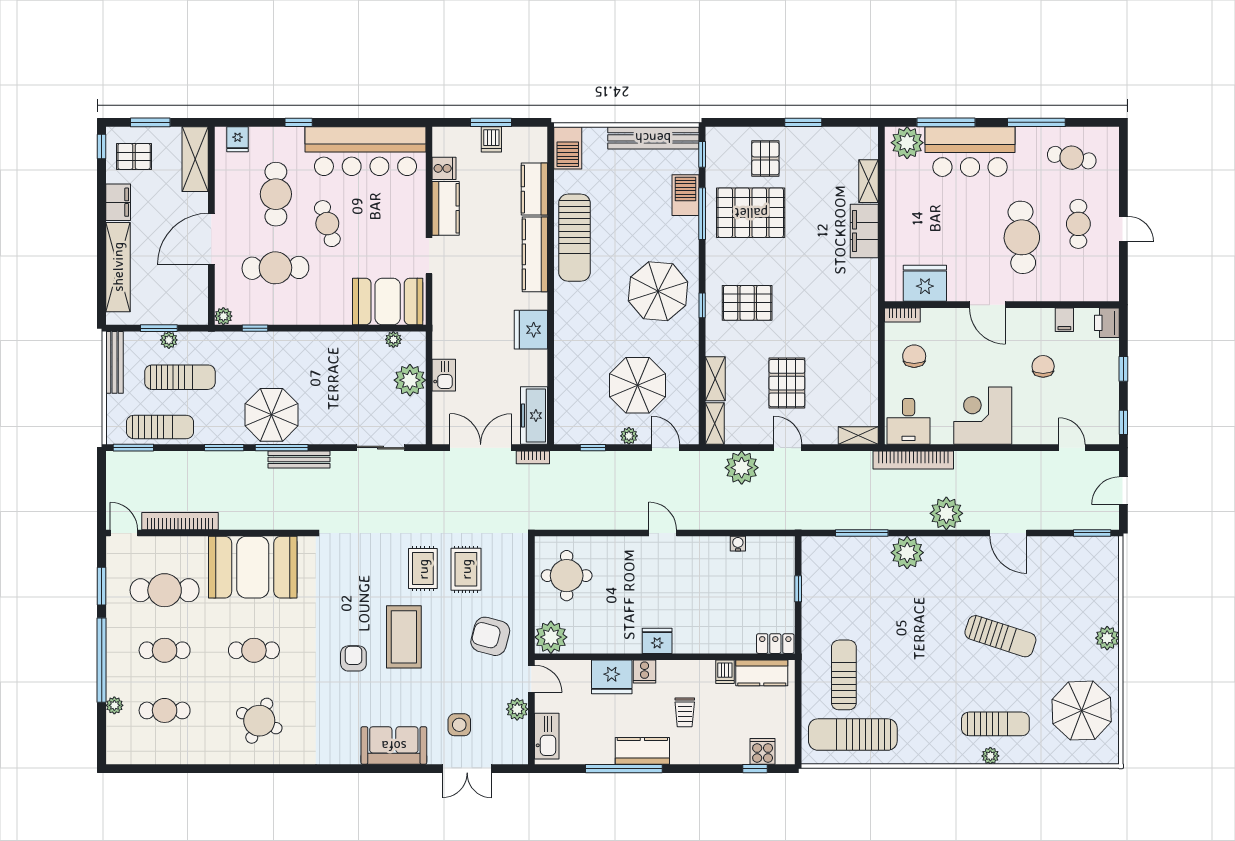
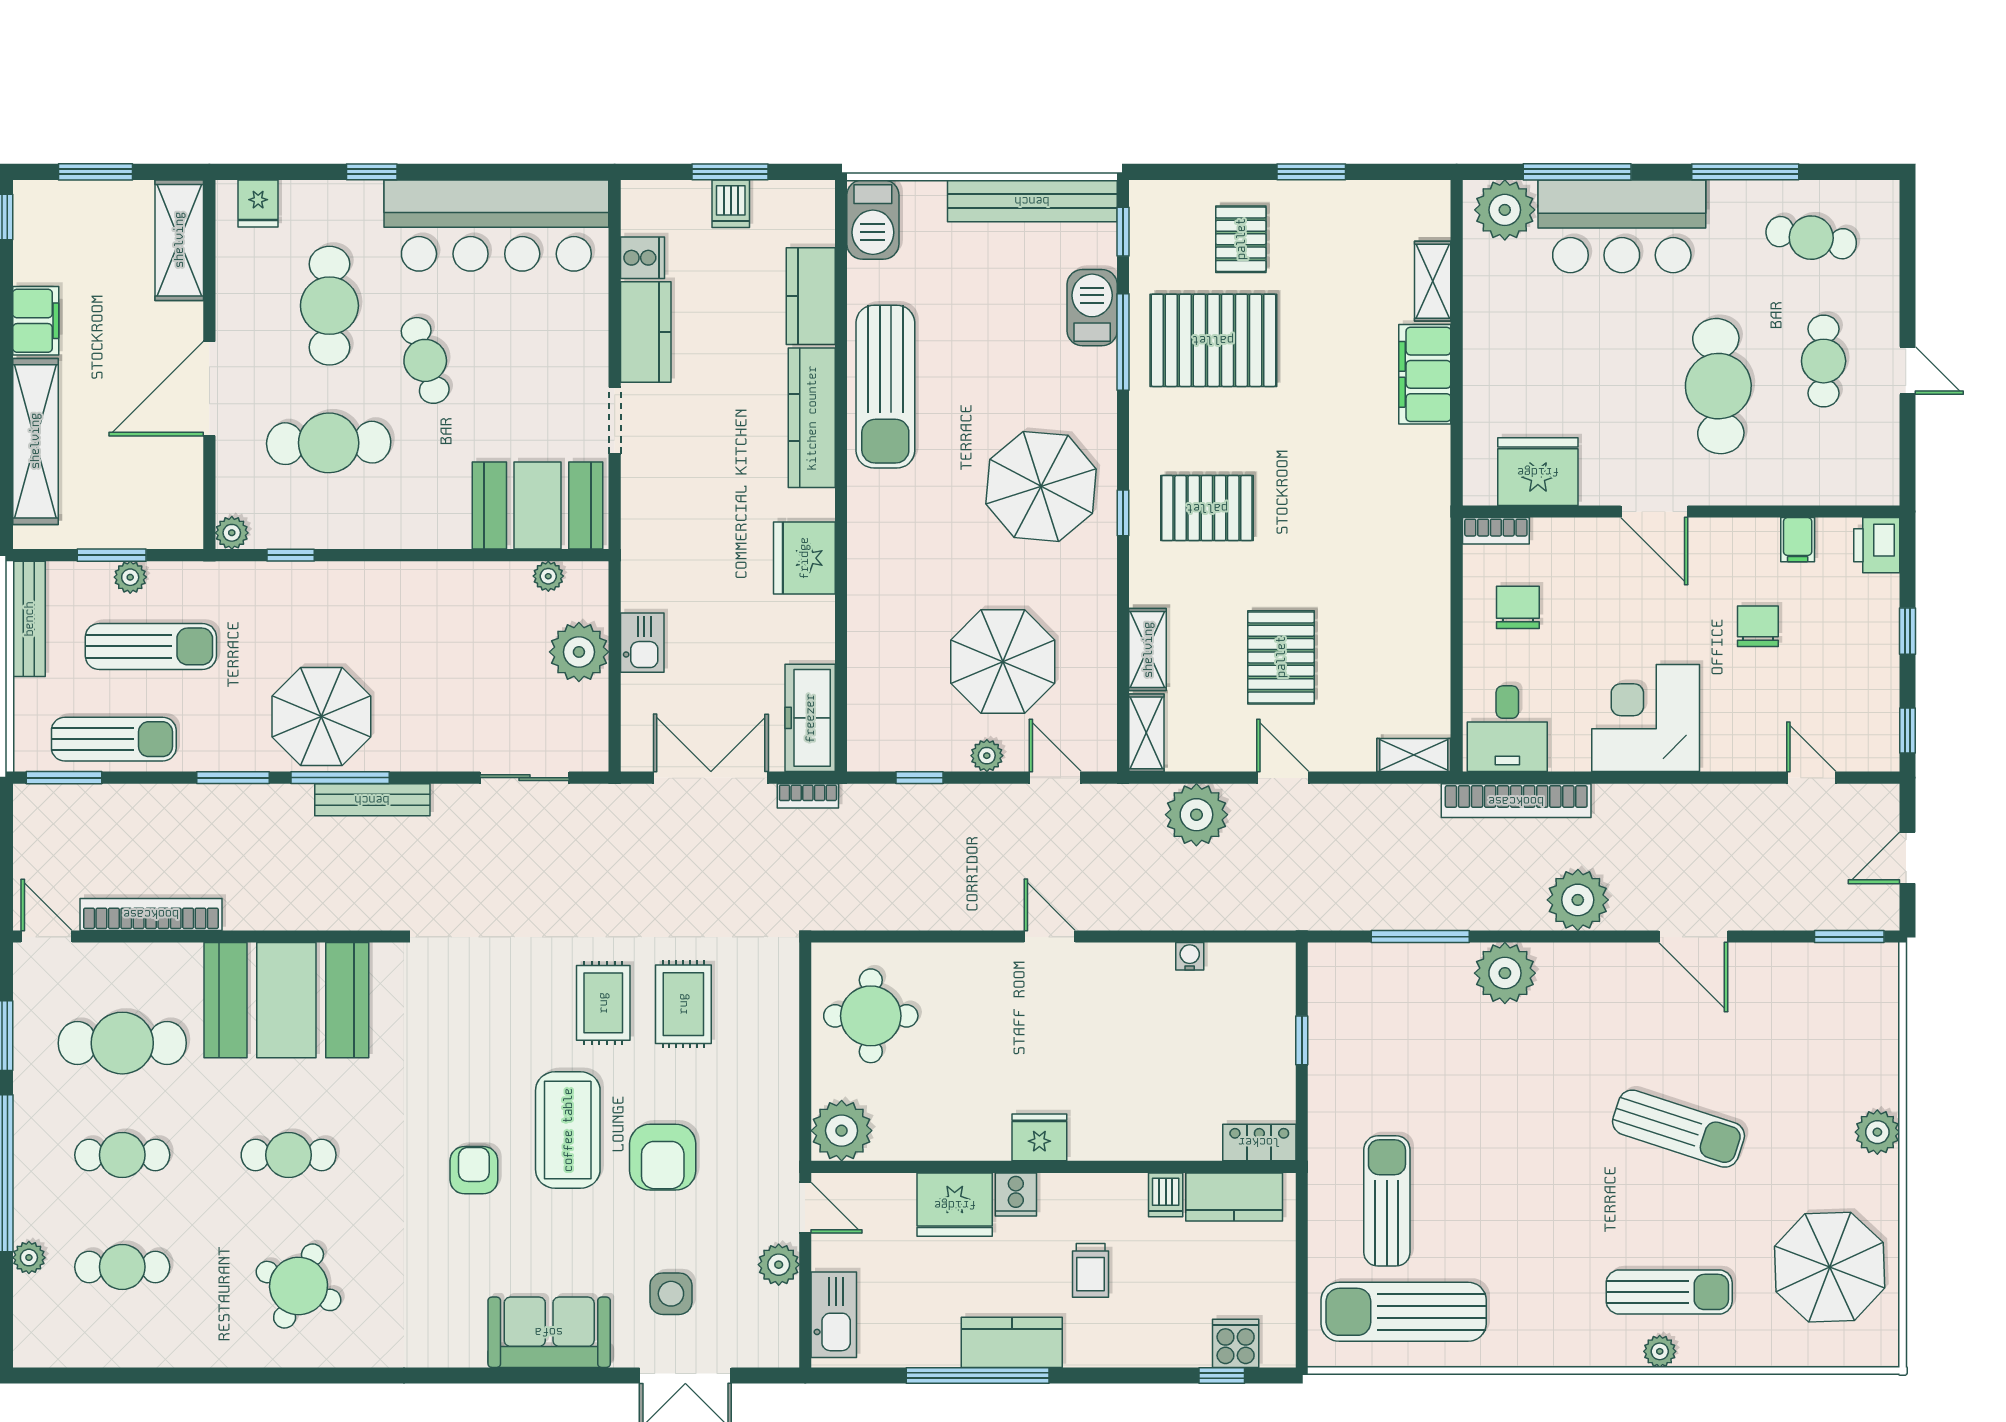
pallet: (134, 156) -> (65, 235), removed
armchair: (490, 636) -> (663, 1157), moved, turned -105

